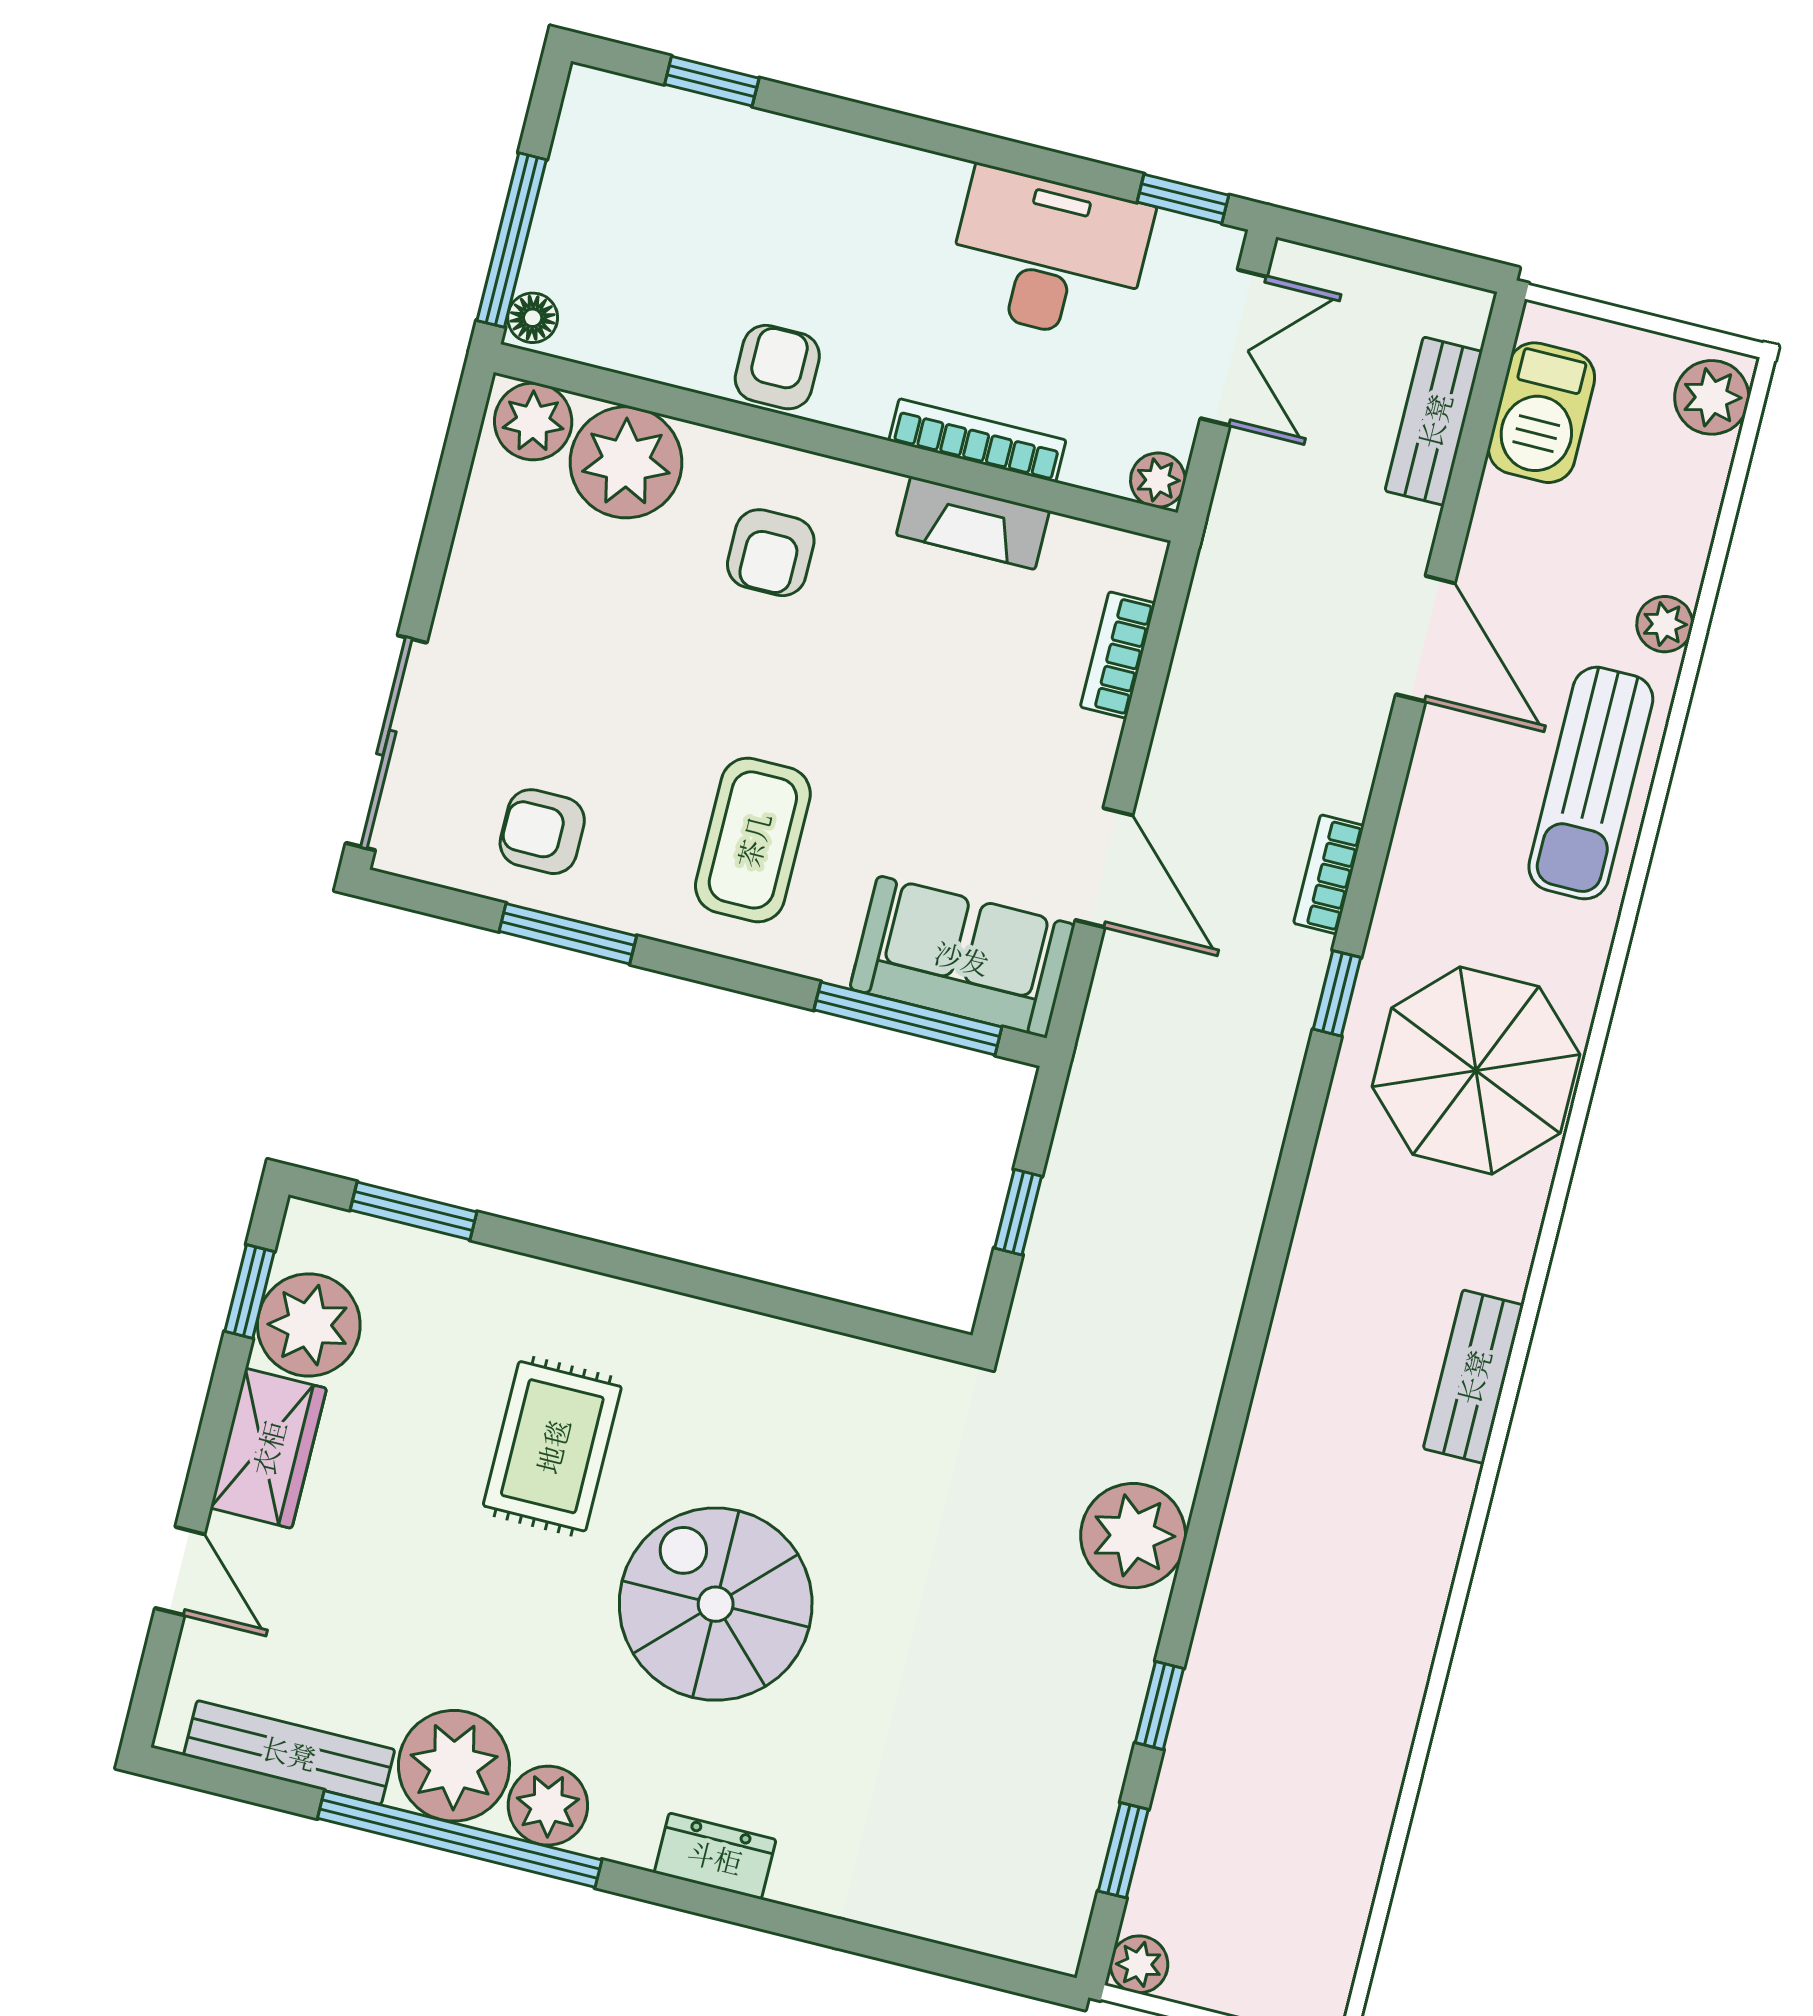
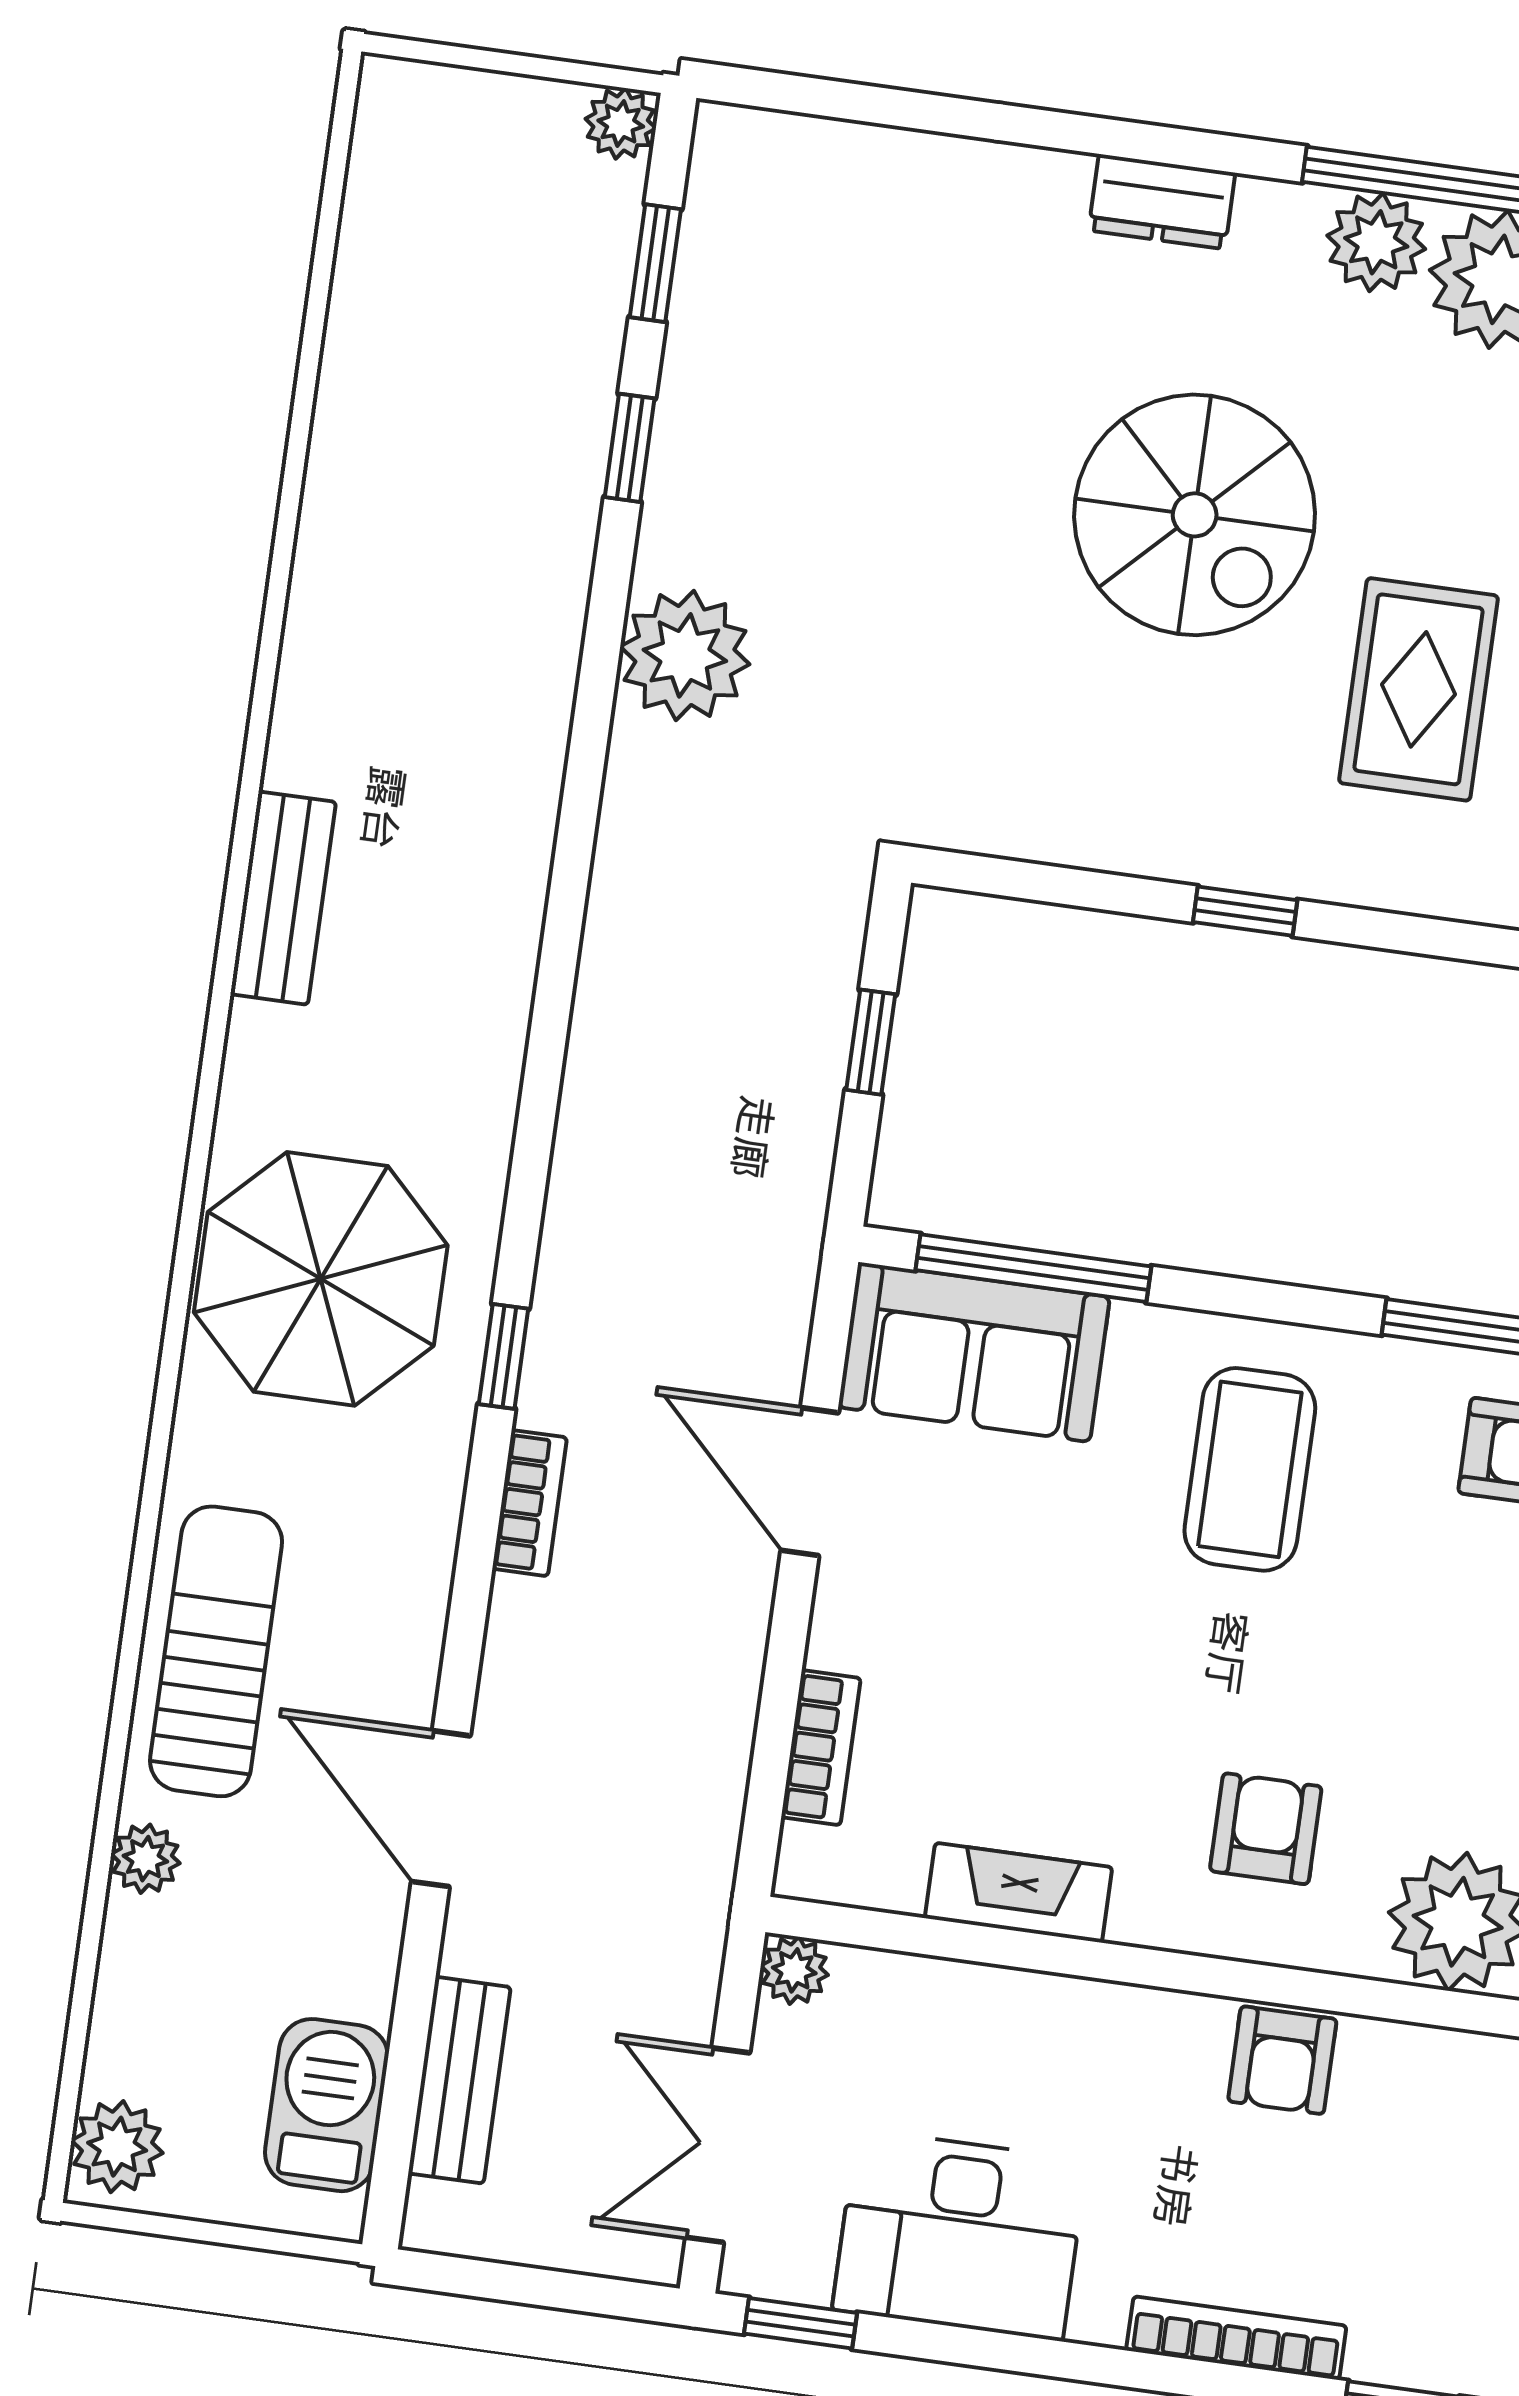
bookcase: (977, 440) -> (1236, 2338), moved, turned 180
window: (709, 1285) -> (1245, 911), added

